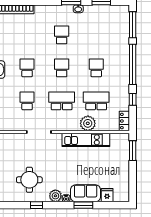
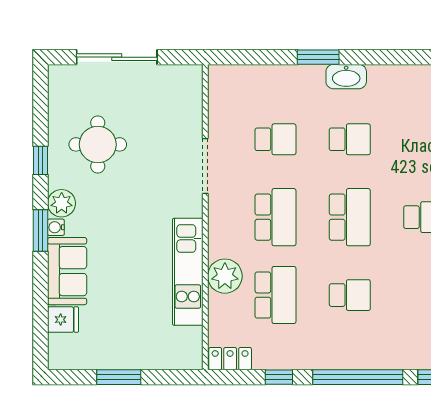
school desk: (62, 68) -> (350, 217), width x1.85
window: (133, 151) -> (119, 377), moved
window: (83, 205) -> (40, 231), moved

